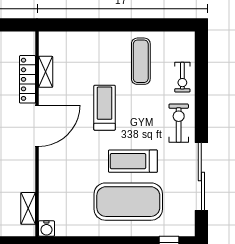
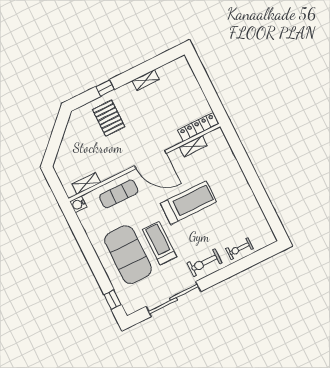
exercise mat: (141, 61) -> (119, 194), moved
locker: (27, 79) -> (198, 127), moved
treadmill: (105, 108) -> (188, 203), width x1.37, depth x1.38
exercise bike: (179, 123) -> (204, 263), turned 180

